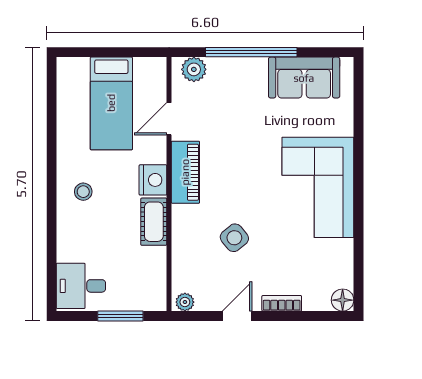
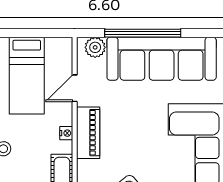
sofa: (304, 78) -> (162, 59), width x1.85, depth x1.27
nightstand: (153, 180) -> (66, 133), width x0.53, depth x0.56

